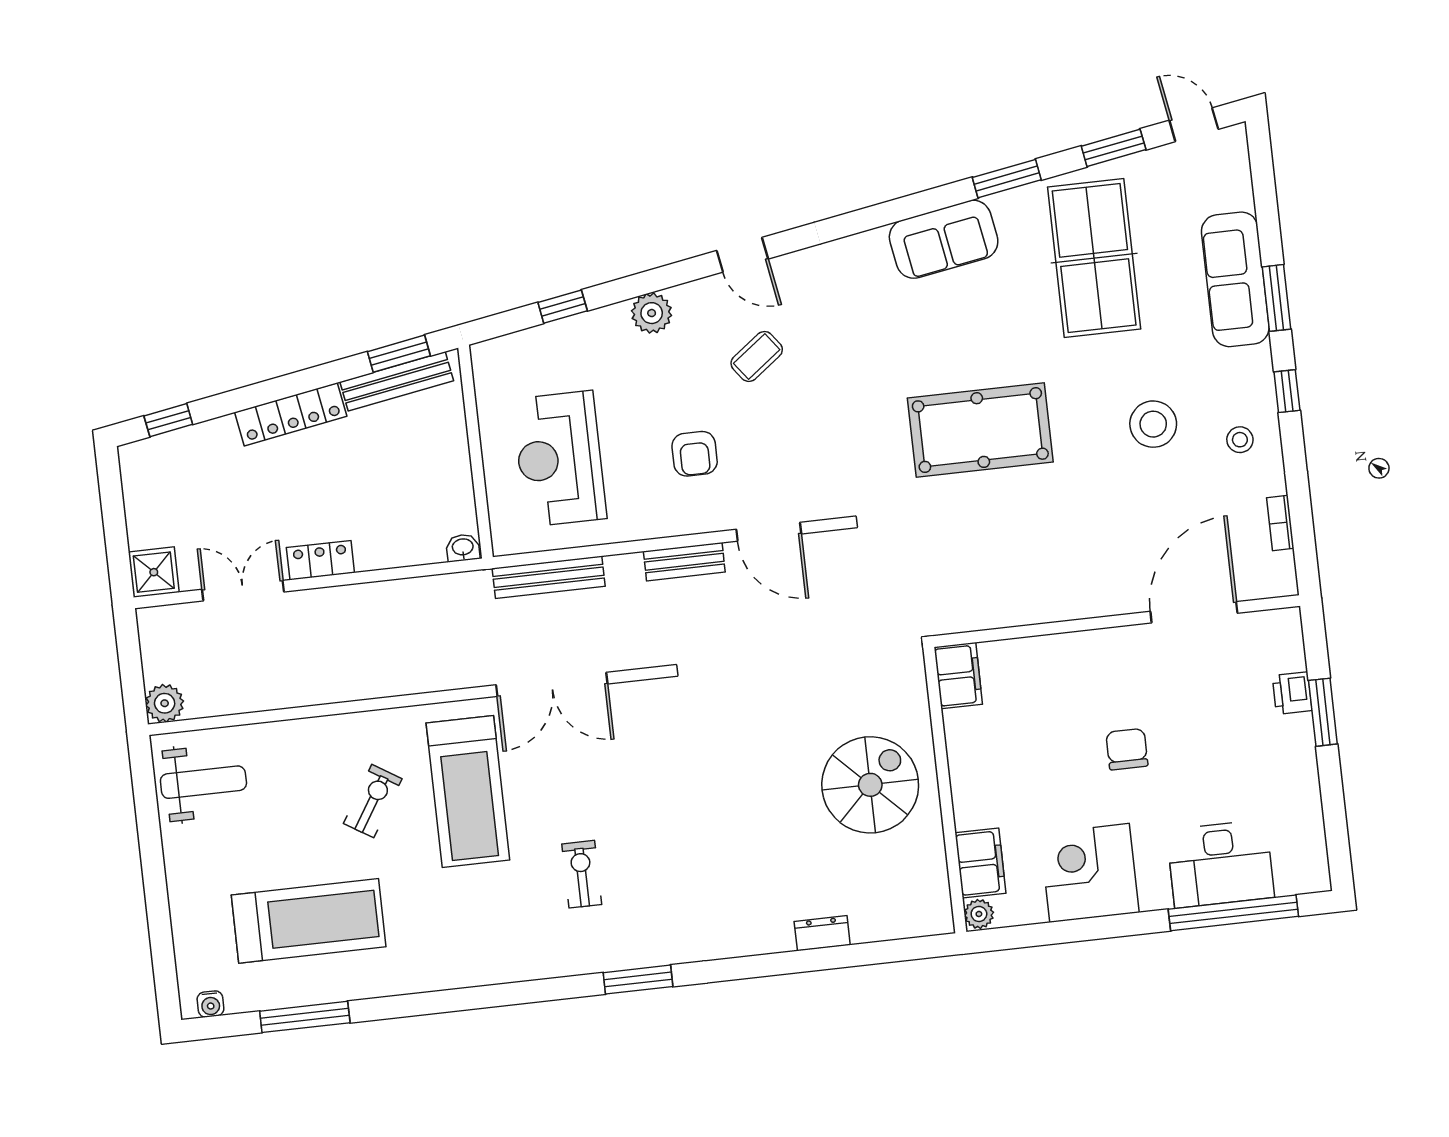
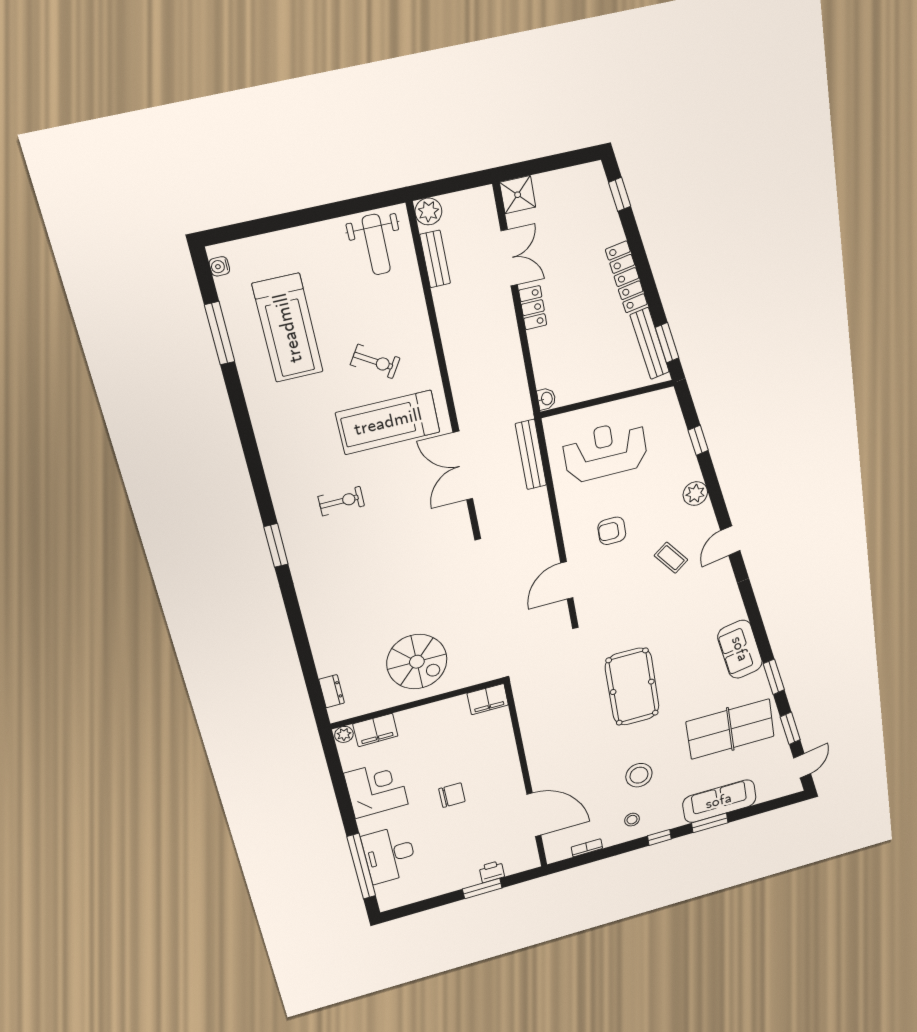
bench: (684, 562) -> (435, 259), moved
dresser: (822, 933) -> (332, 691), moved

